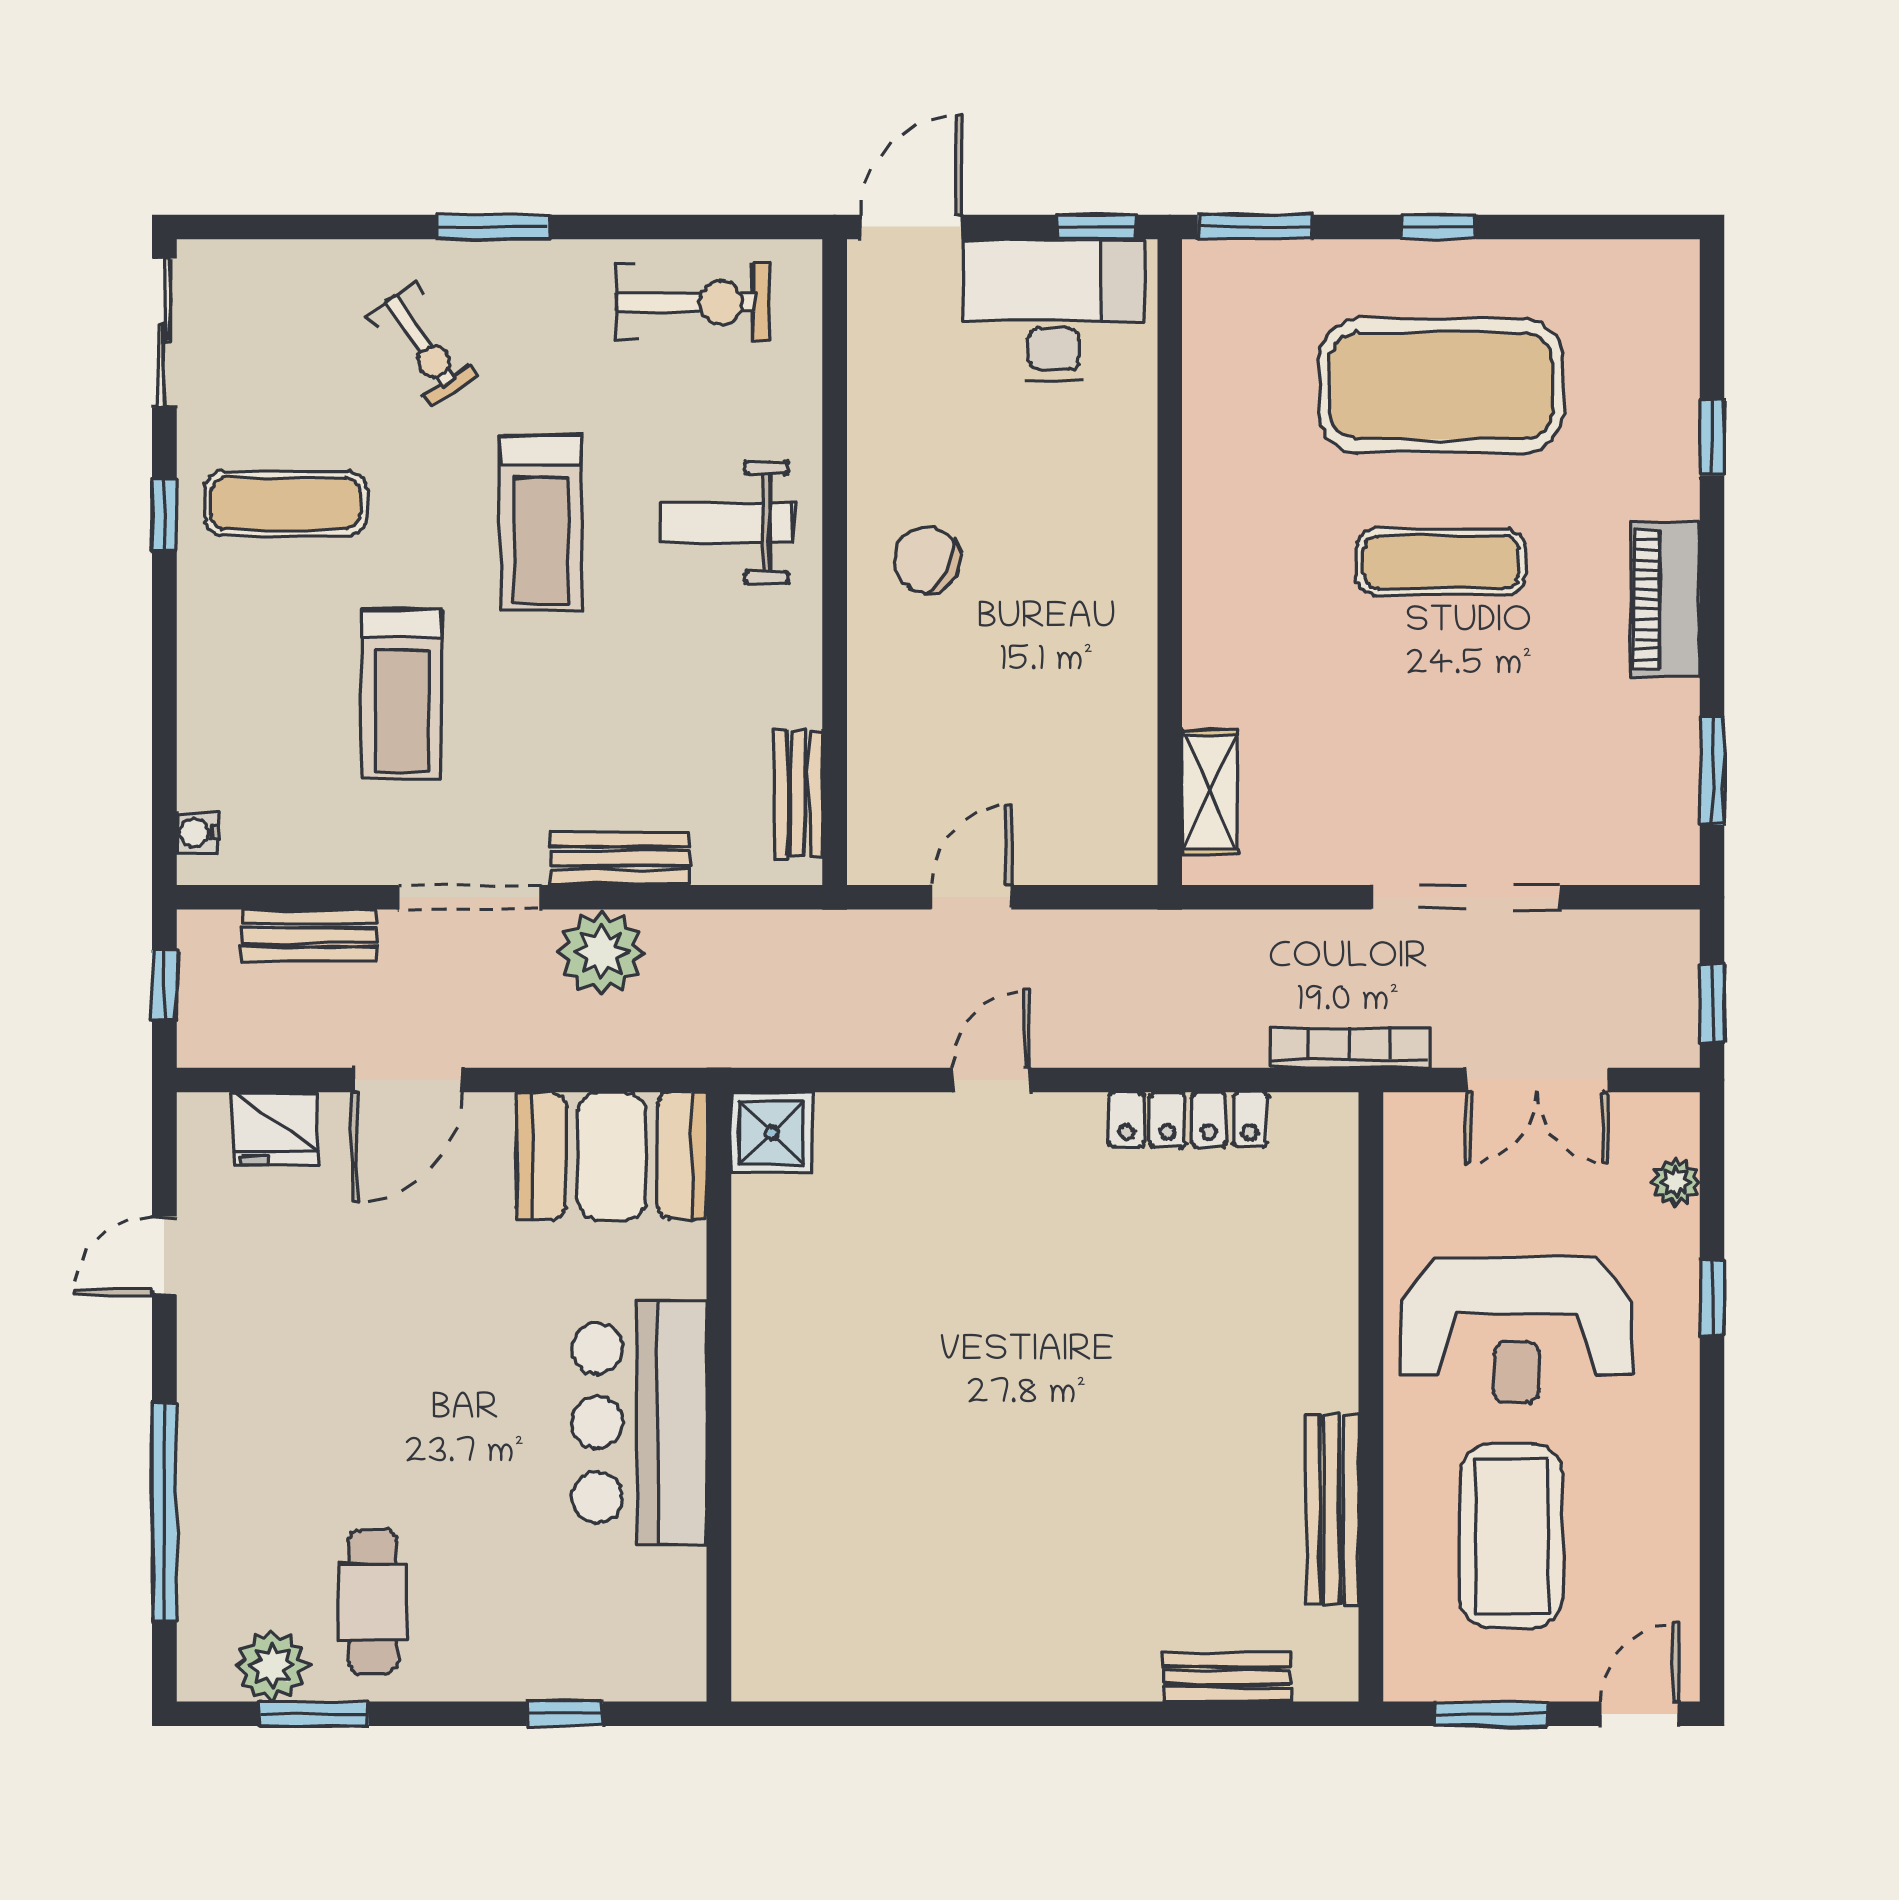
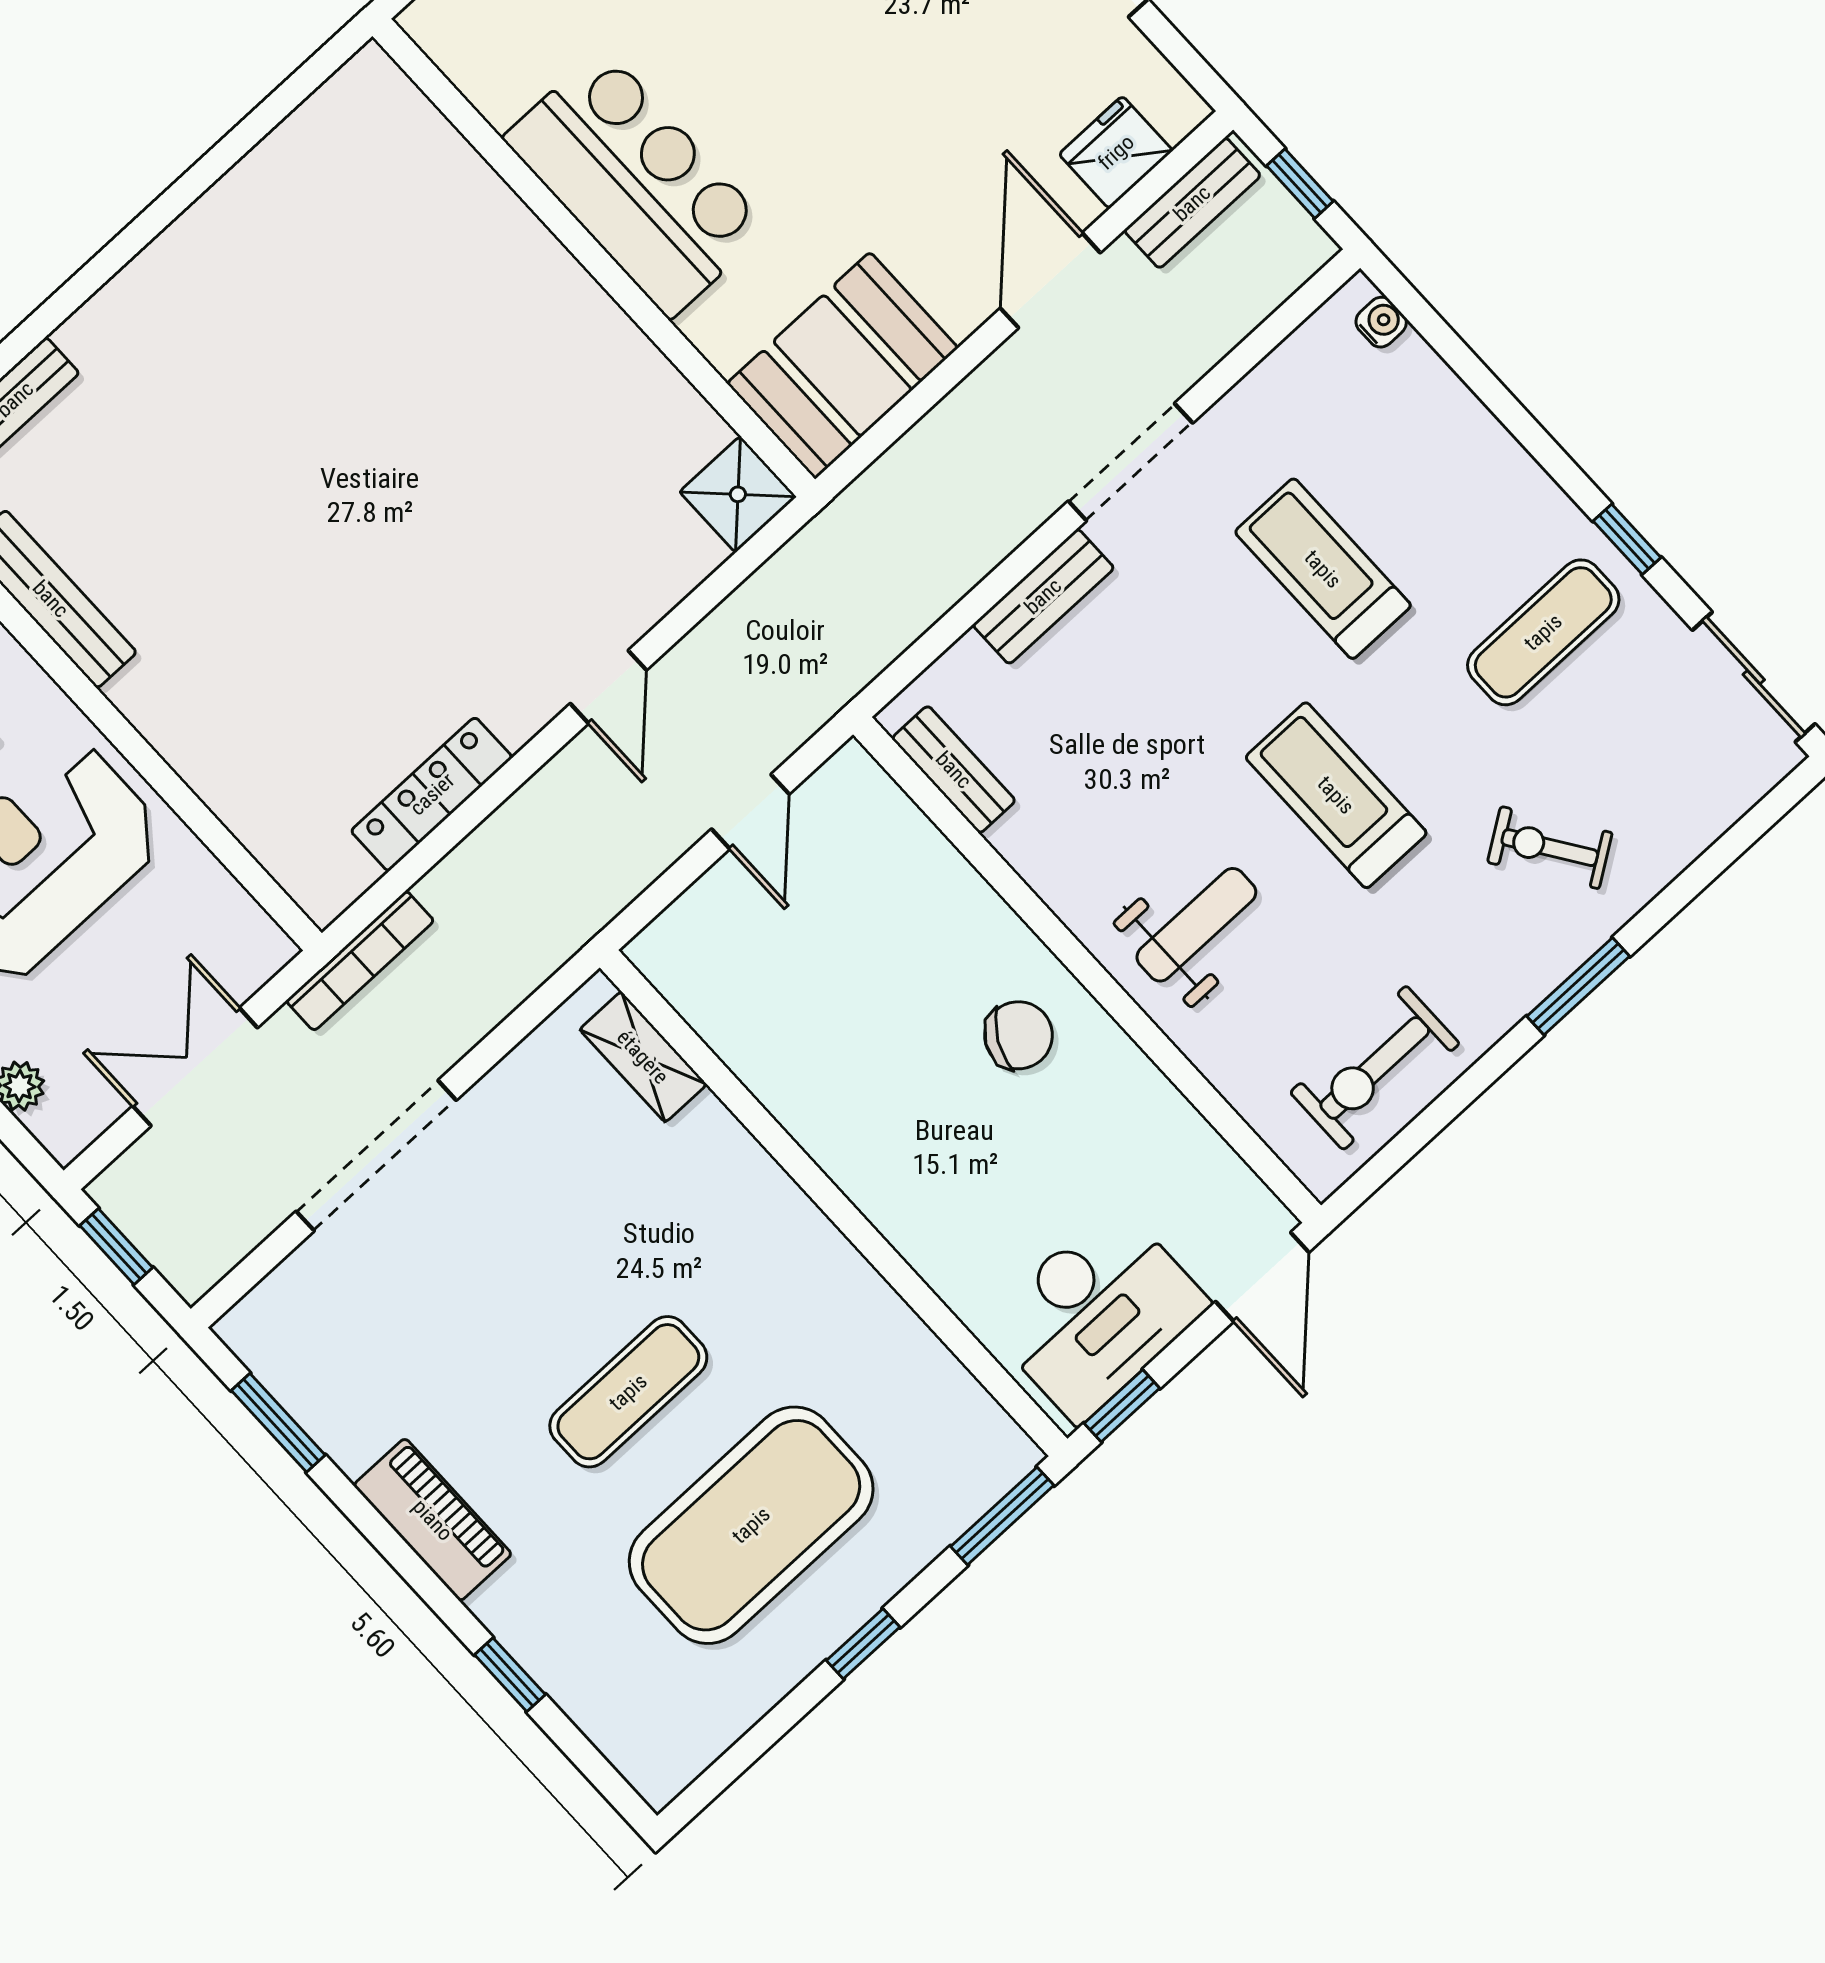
bench: (309, 935) -> (1192, 203), moved
plant: (602, 953) -> (992, 512), removed

